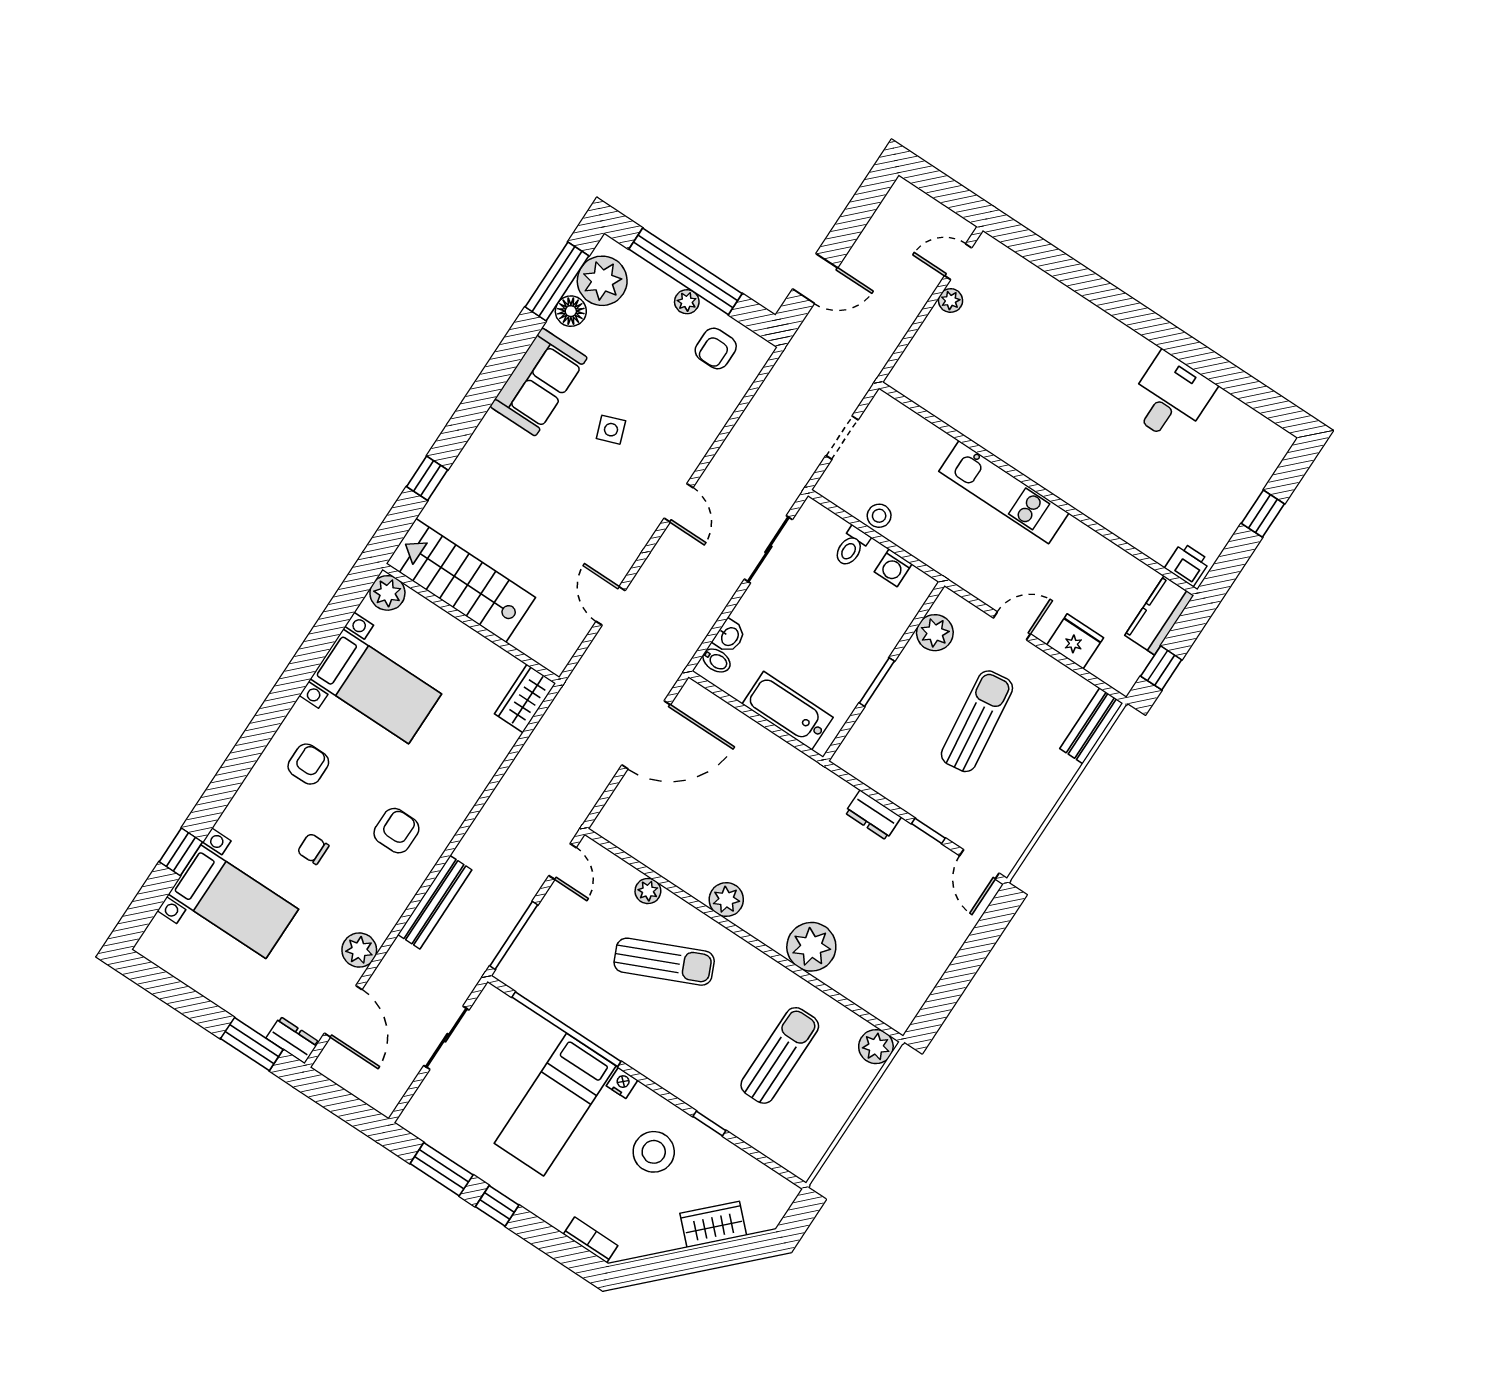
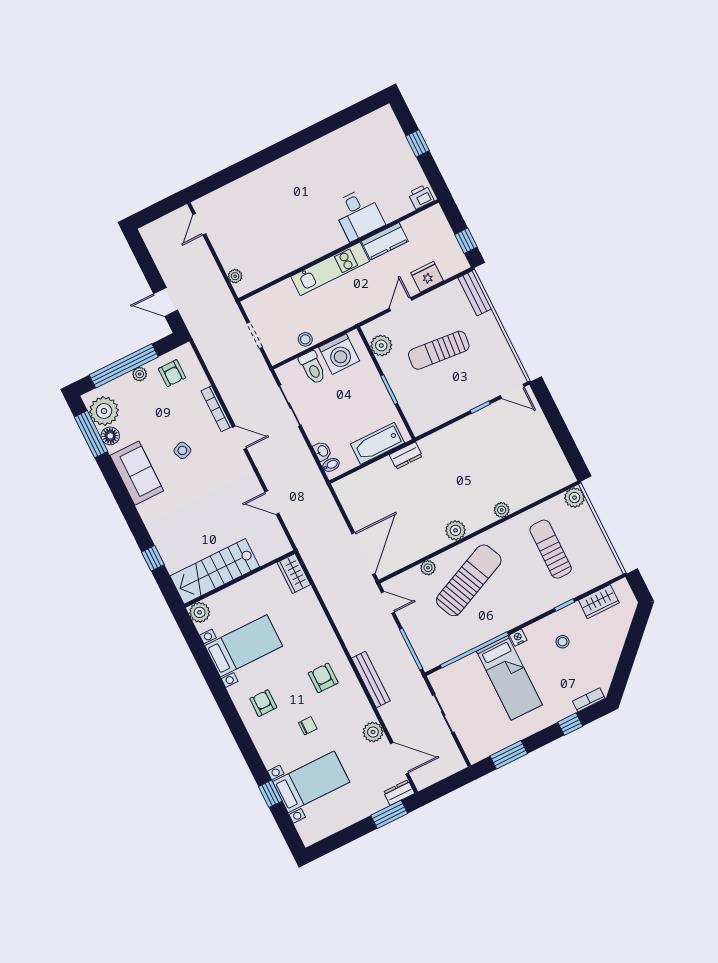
door: (815, 278) -> (166, 302), swing flipped
plant: (951, 300) -> (235, 276), moved
desk: (1170, 398) -> (358, 214), moved, turned 180
bookcase: (701, 444) -> (217, 409), added
toilet: (851, 547) -> (313, 368), width x1.37, depth x1.39
washing machine: (893, 568) -> (339, 354), width x1.89, depth x1.89
kitchen counter: (1159, 615) -> (385, 241), moved, turned -90
sun lounger: (977, 721) -> (439, 350), turned -78
door: (646, 735) -> (364, 554), moved
dresser: (873, 815) -> (406, 456), moved
chair: (313, 849) -> (308, 726), turned 180
plant: (811, 947) -> (502, 510), width x0.53, depth x0.53
sun lounger: (664, 962) -> (469, 580), width x1.36, depth x1.34
stool: (654, 1152) -> (562, 642), width x0.53, depth x0.53
window: (497, 1206) -> (570, 724), moved
wardrobe: (713, 1224) -> (599, 602), moved, turned -135

